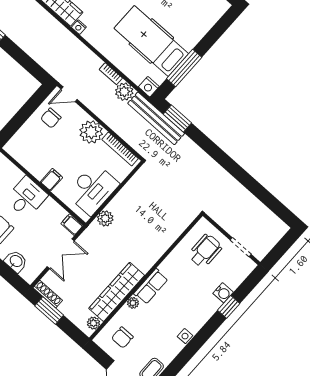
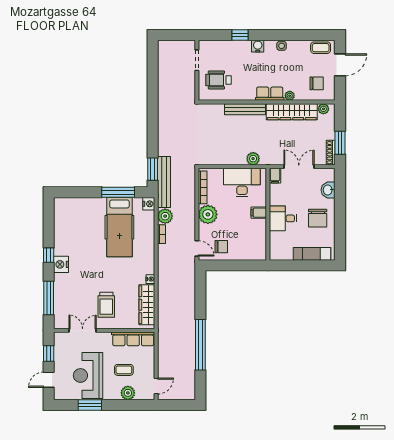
bench: (157, 251) -> (245, 109), added
water cooler: (223, 293) -> (258, 46), moved

